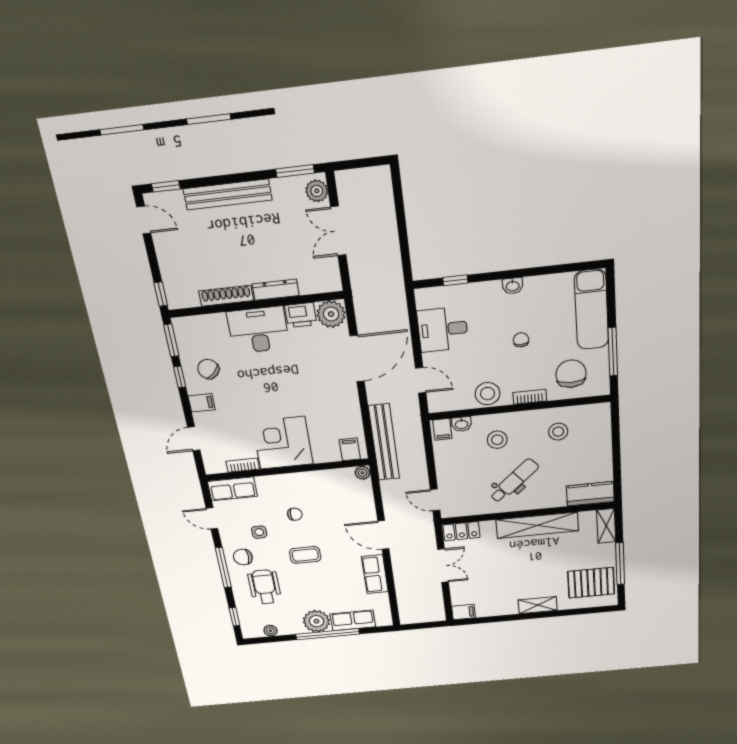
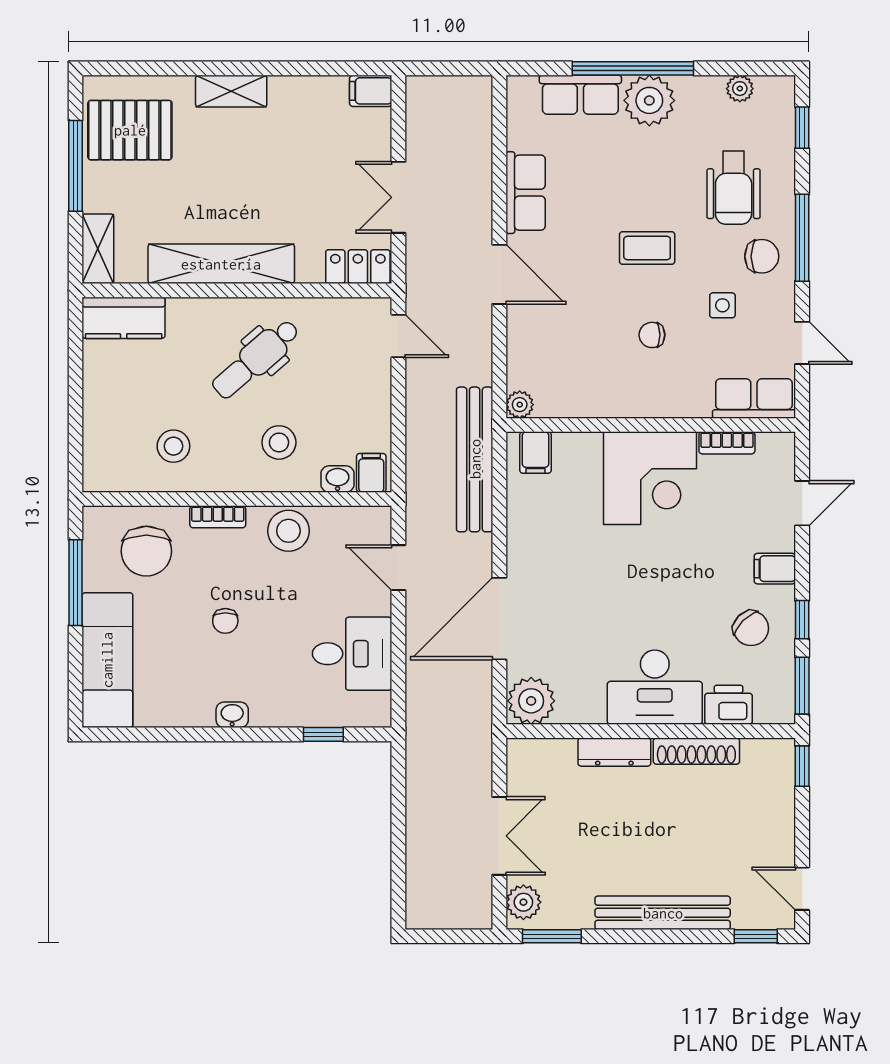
printer: (301, 315) -> (729, 705), moved

